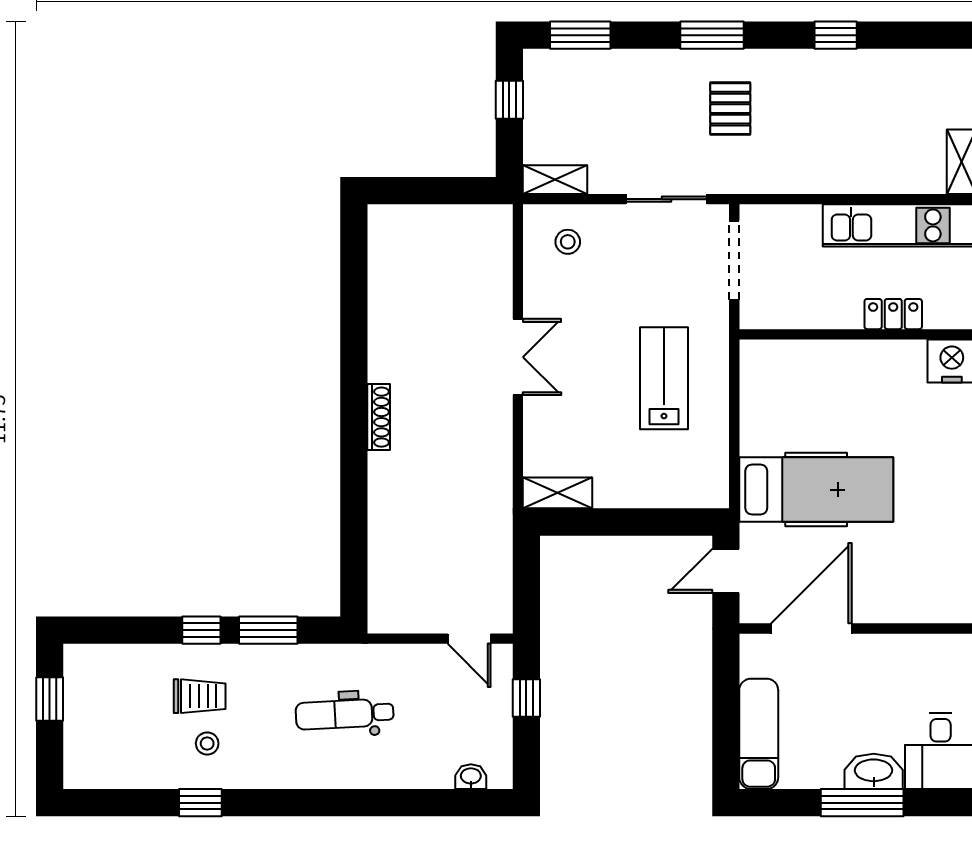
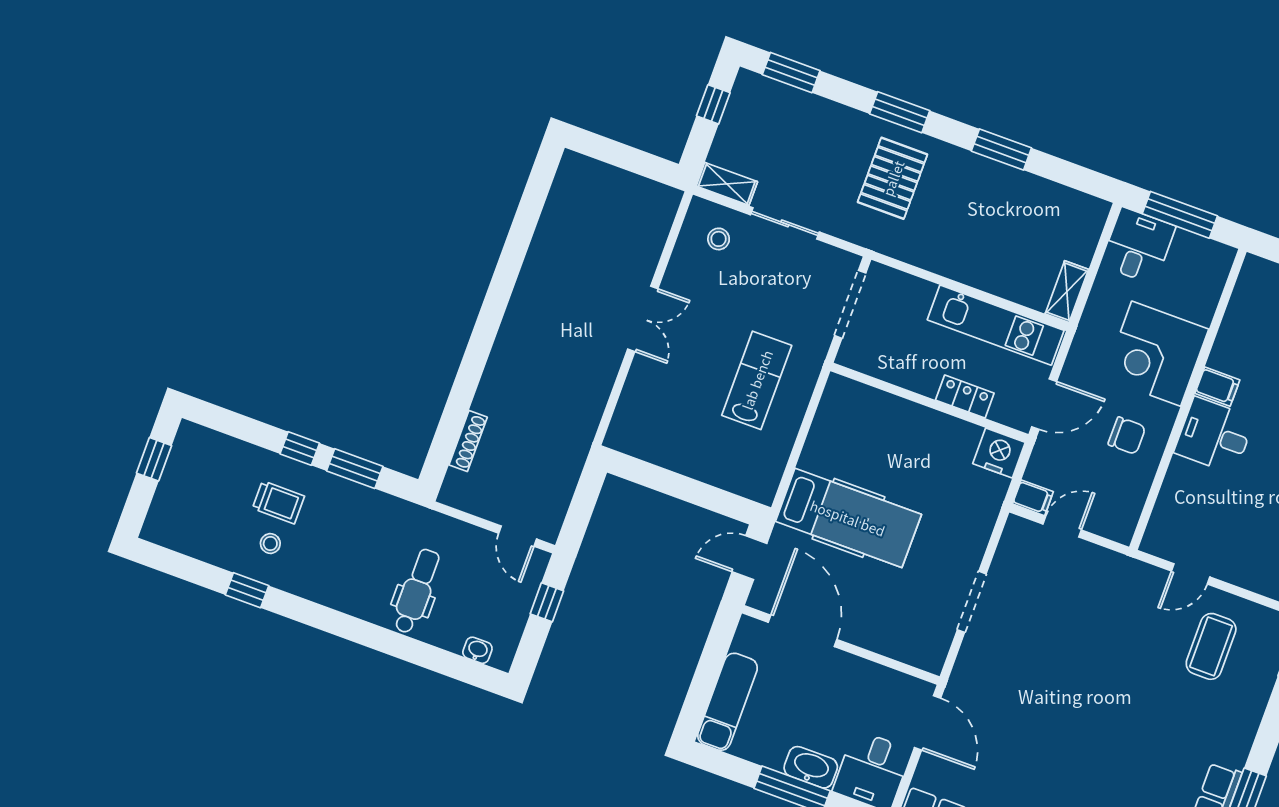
window: (836, 35) -> (1001, 149), width x1.50
pallet: (730, 109) -> (893, 178), width x1.50, depth x1.42
sliding door: (666, 199) -> (785, 223), moved
shoe rack: (379, 417) -> (468, 441), moved
shelving: (557, 493) -> (634, 443), removed
door: (811, 628) -> (803, 631), hinge flipped
dental chair: (345, 714) -> (417, 591), moved, turned 93

